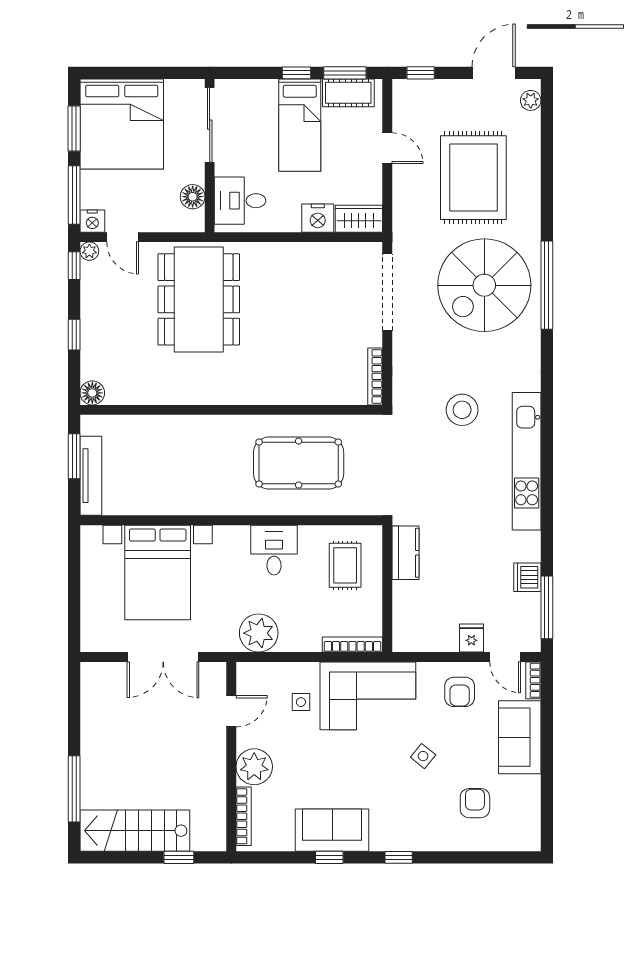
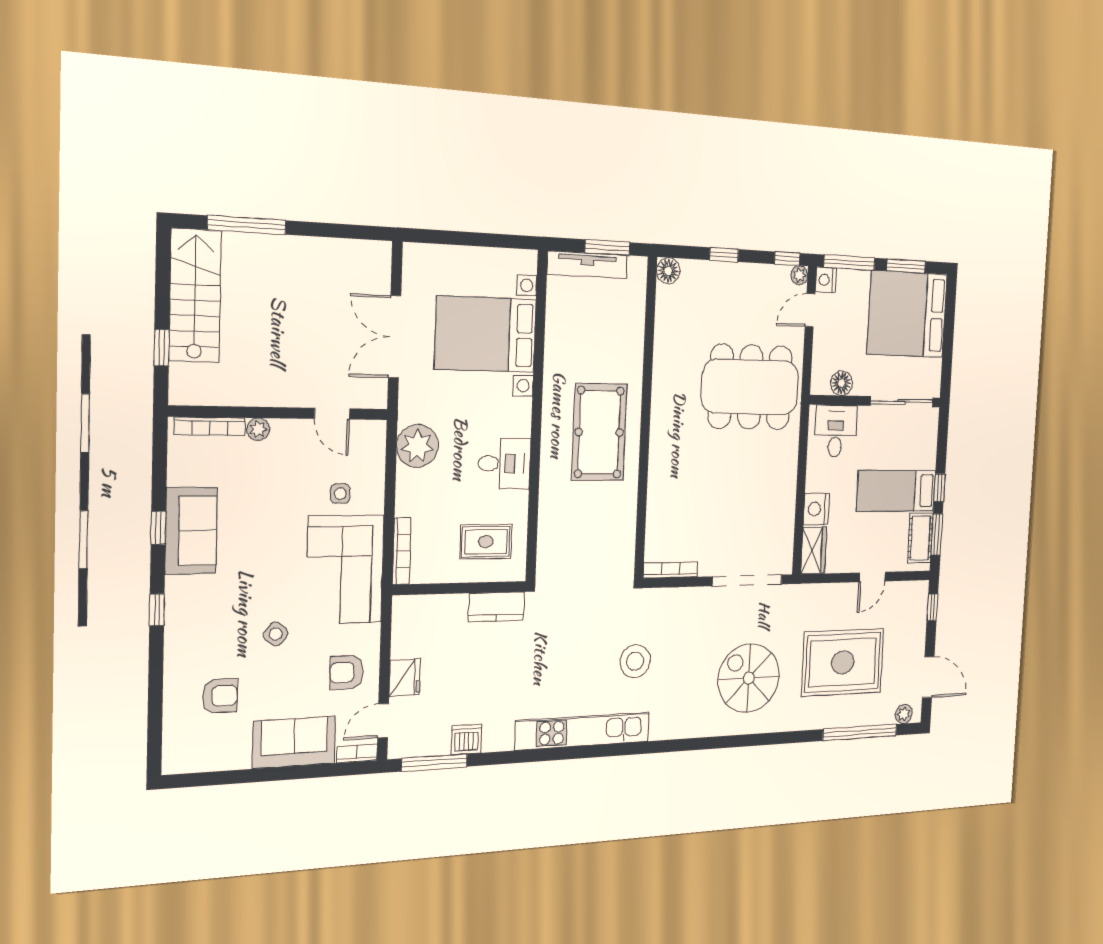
spiral stairs: (484, 285) -> (749, 678), width x0.73, depth x0.73
window: (547, 285) -> (860, 732), moved
pool table: (299, 463) -> (599, 432), moved
fridge: (471, 638) -> (405, 678), width x1.38
plant: (254, 767) -> (258, 429), width x0.53, depth x0.53

